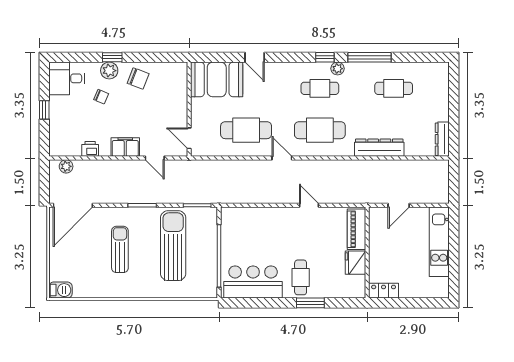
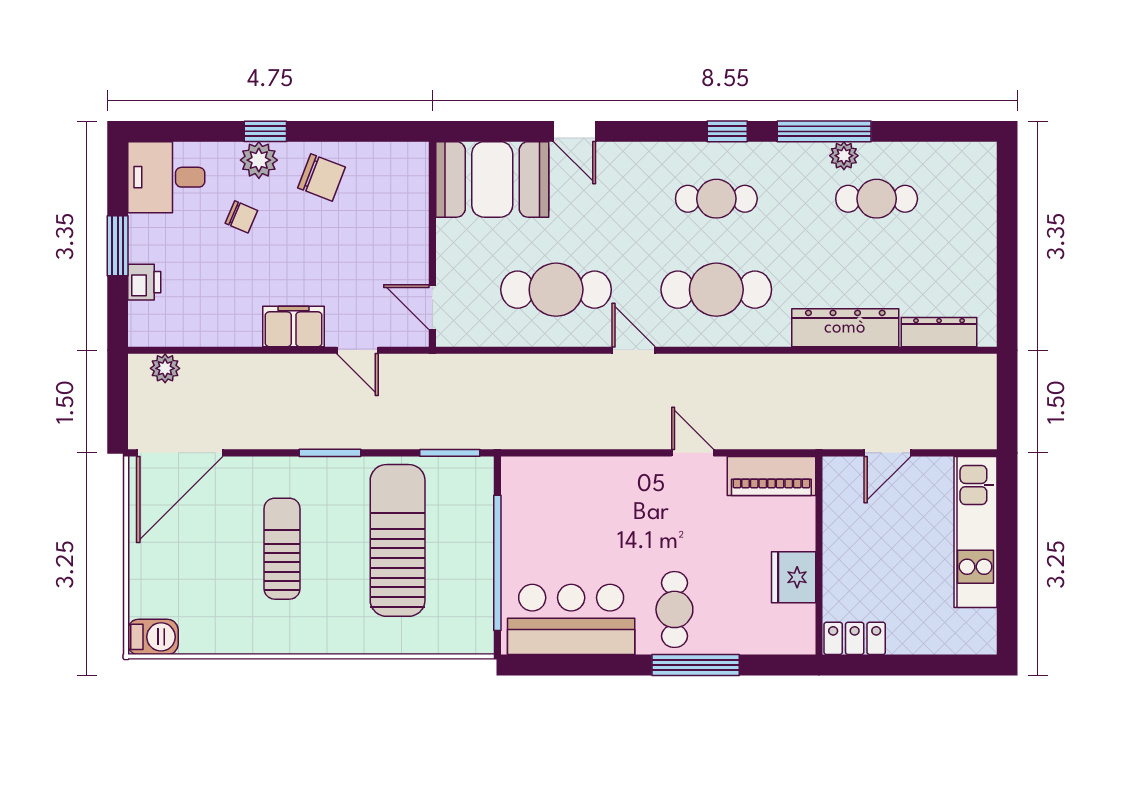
plant: (338, 69) -> (844, 156), moved
window: (44, 110) -> (118, 246), width x1.50
dresser: (442, 139) -> (939, 332), moved, turned 90
printer: (90, 149) -> (144, 282), moved, turned 90
piano: (356, 229) -> (771, 476), moved, turned -90
window: (310, 303) -> (696, 665), width x1.44

